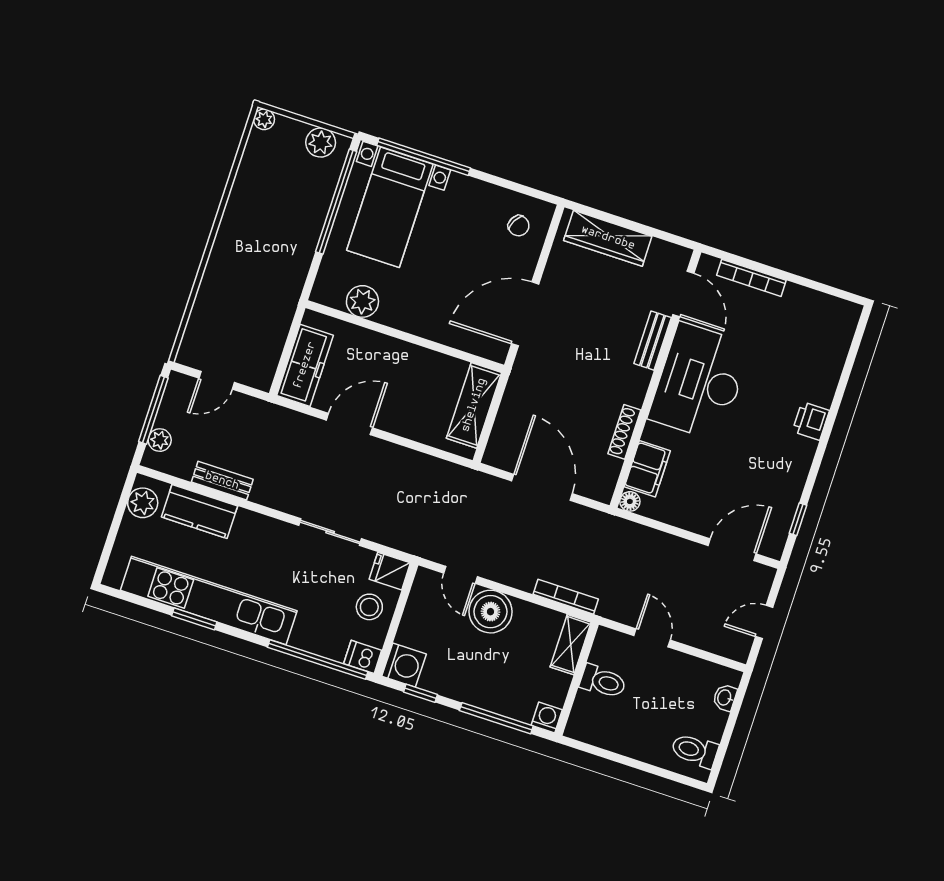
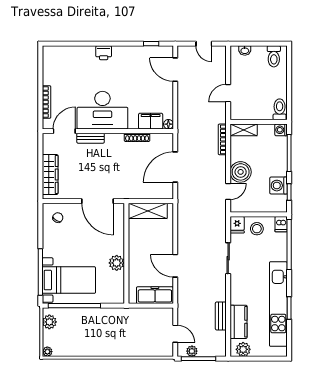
plant: (362, 301) -> (117, 263), moved
plant: (160, 440) -> (192, 351), moved
washing machine: (404, 665) -> (278, 186), moved, turned -90
toilet: (603, 681) -> (280, 109), moved

